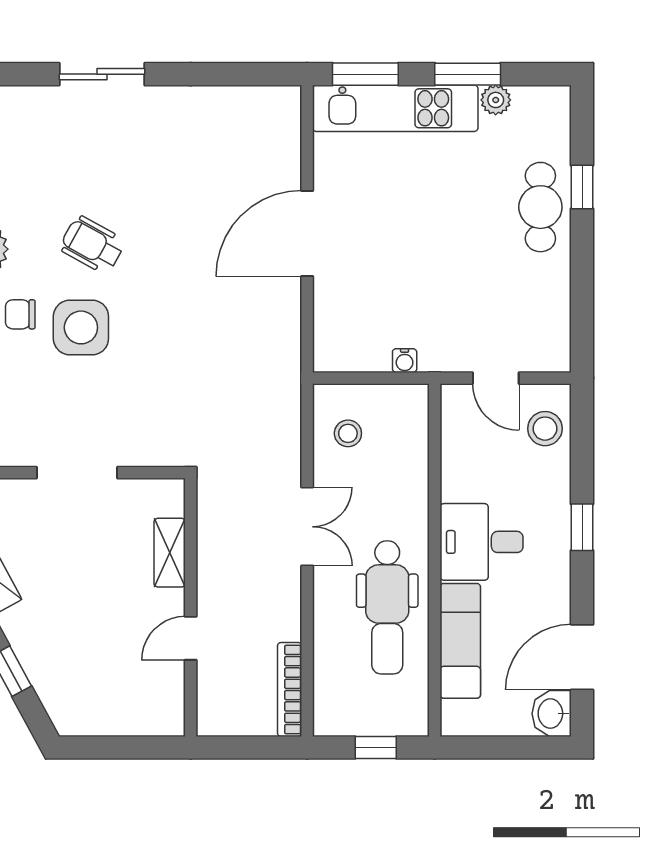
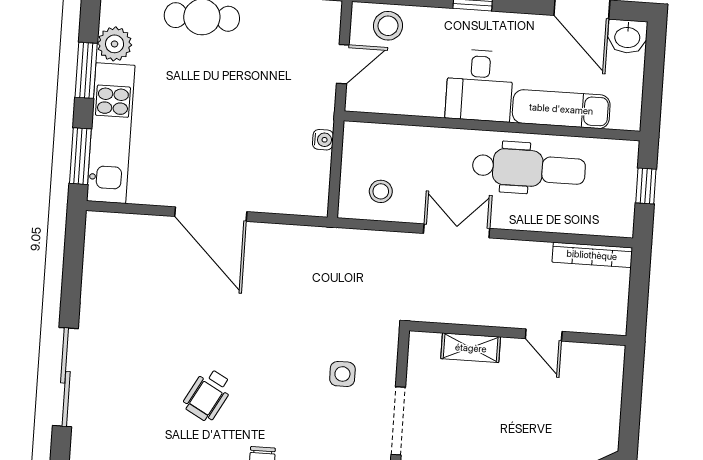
sliding door: (102, 74) -> (65, 377), width x1.37
plant: (496, 100) -> (115, 44), width x1.38, depth x1.38
side table: (81, 327) -> (342, 374), moved, width x0.54, depth x0.54

